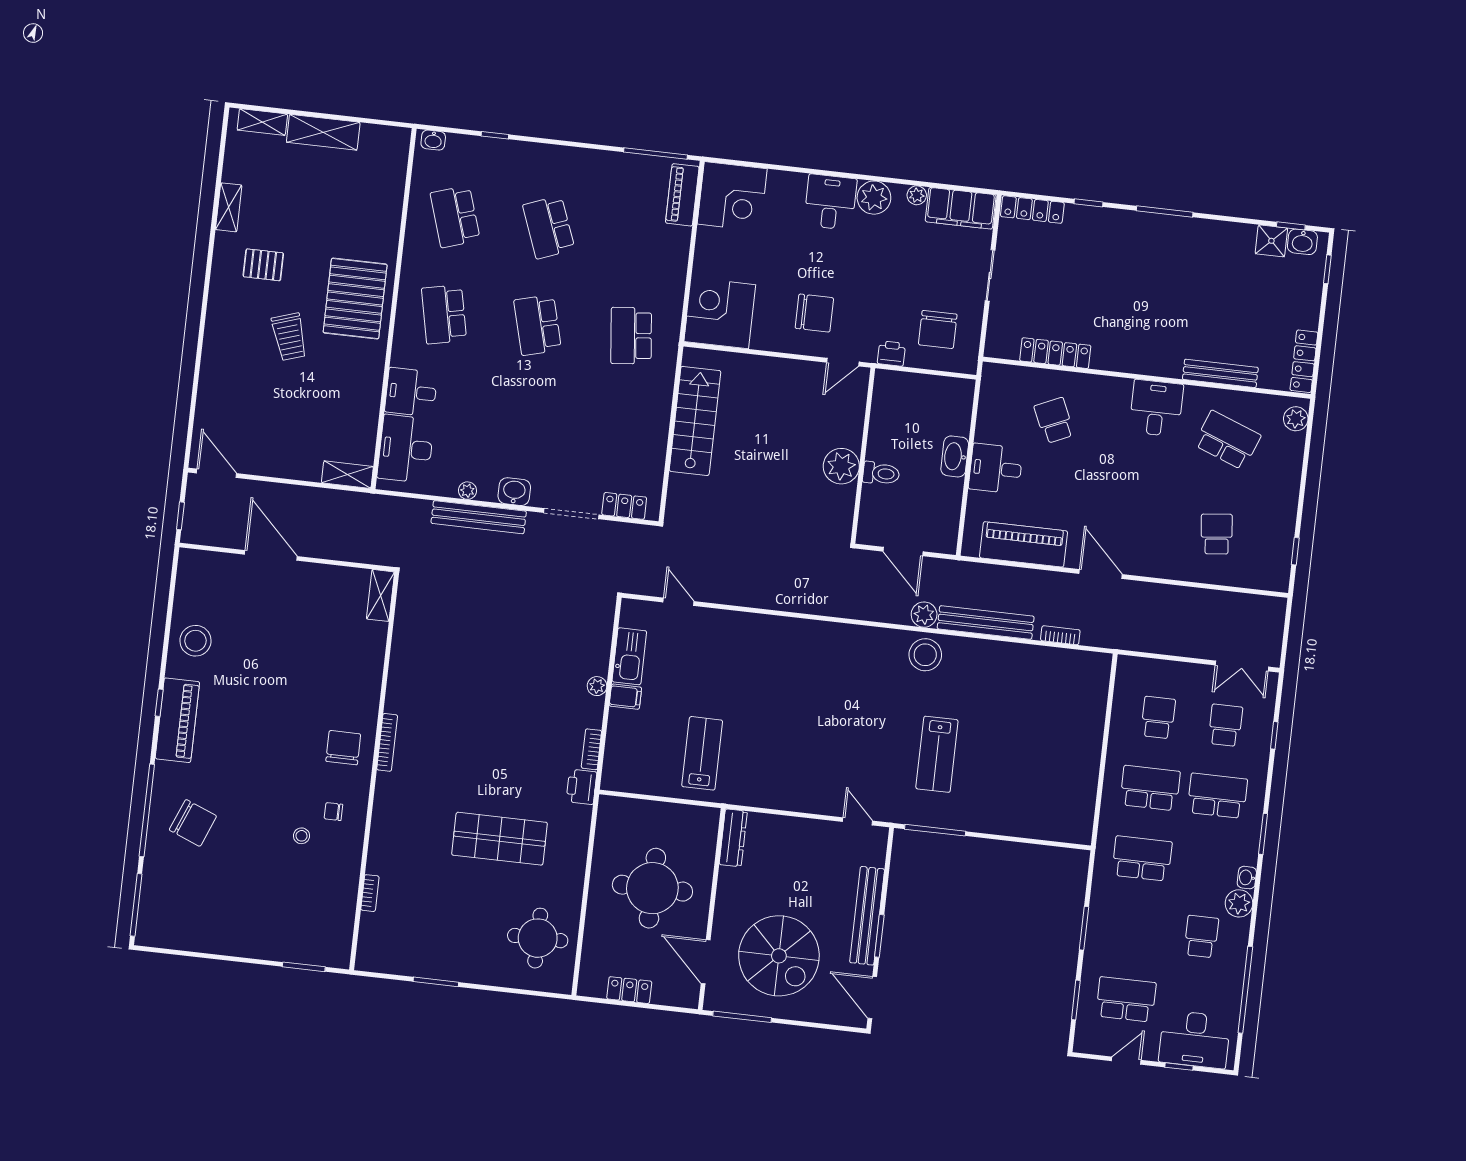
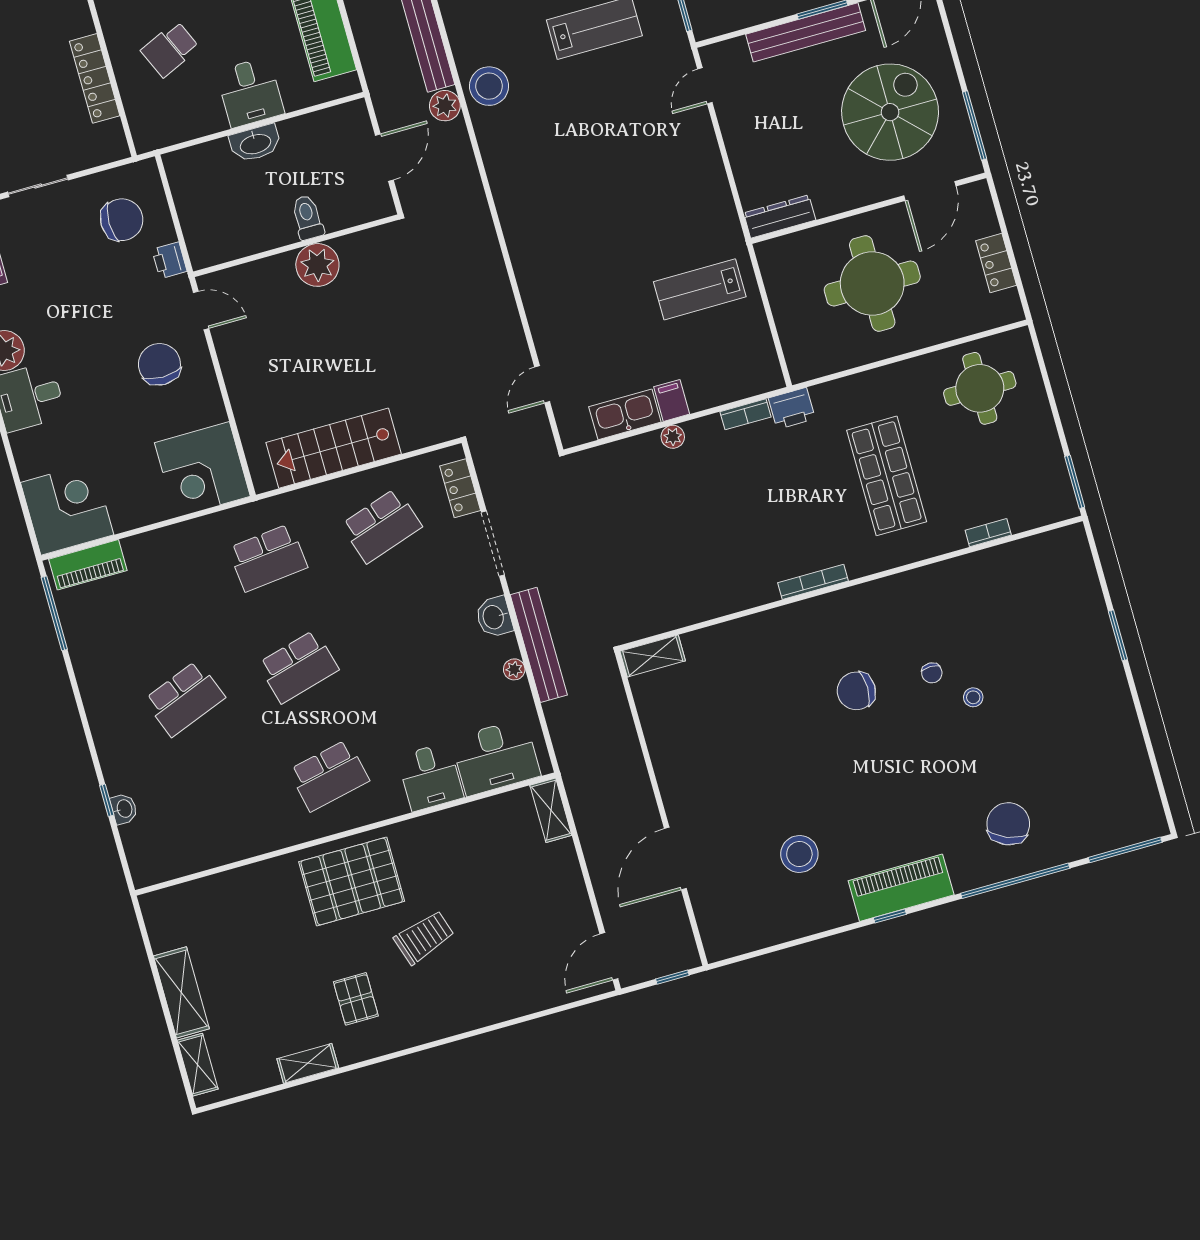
washbasin: (433, 140) -> (124, 809), moved
school desk: (455, 217) -> (381, 526), moved
shelving: (380, 595) -> (653, 656), moved
stool: (195, 641) -> (799, 854), moved
bookcase: (387, 742) -> (813, 582), moved
wall: (374, 771) -> (851, 583), moved
bookcase: (370, 893) -> (988, 533), moved

